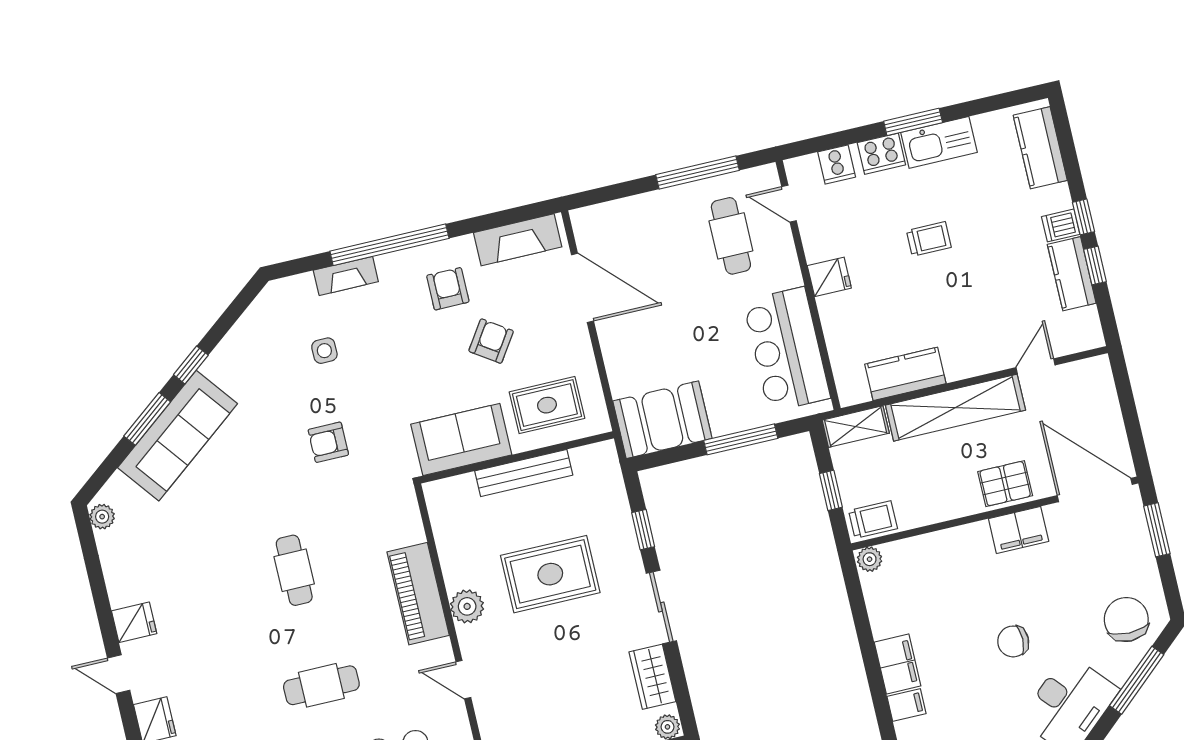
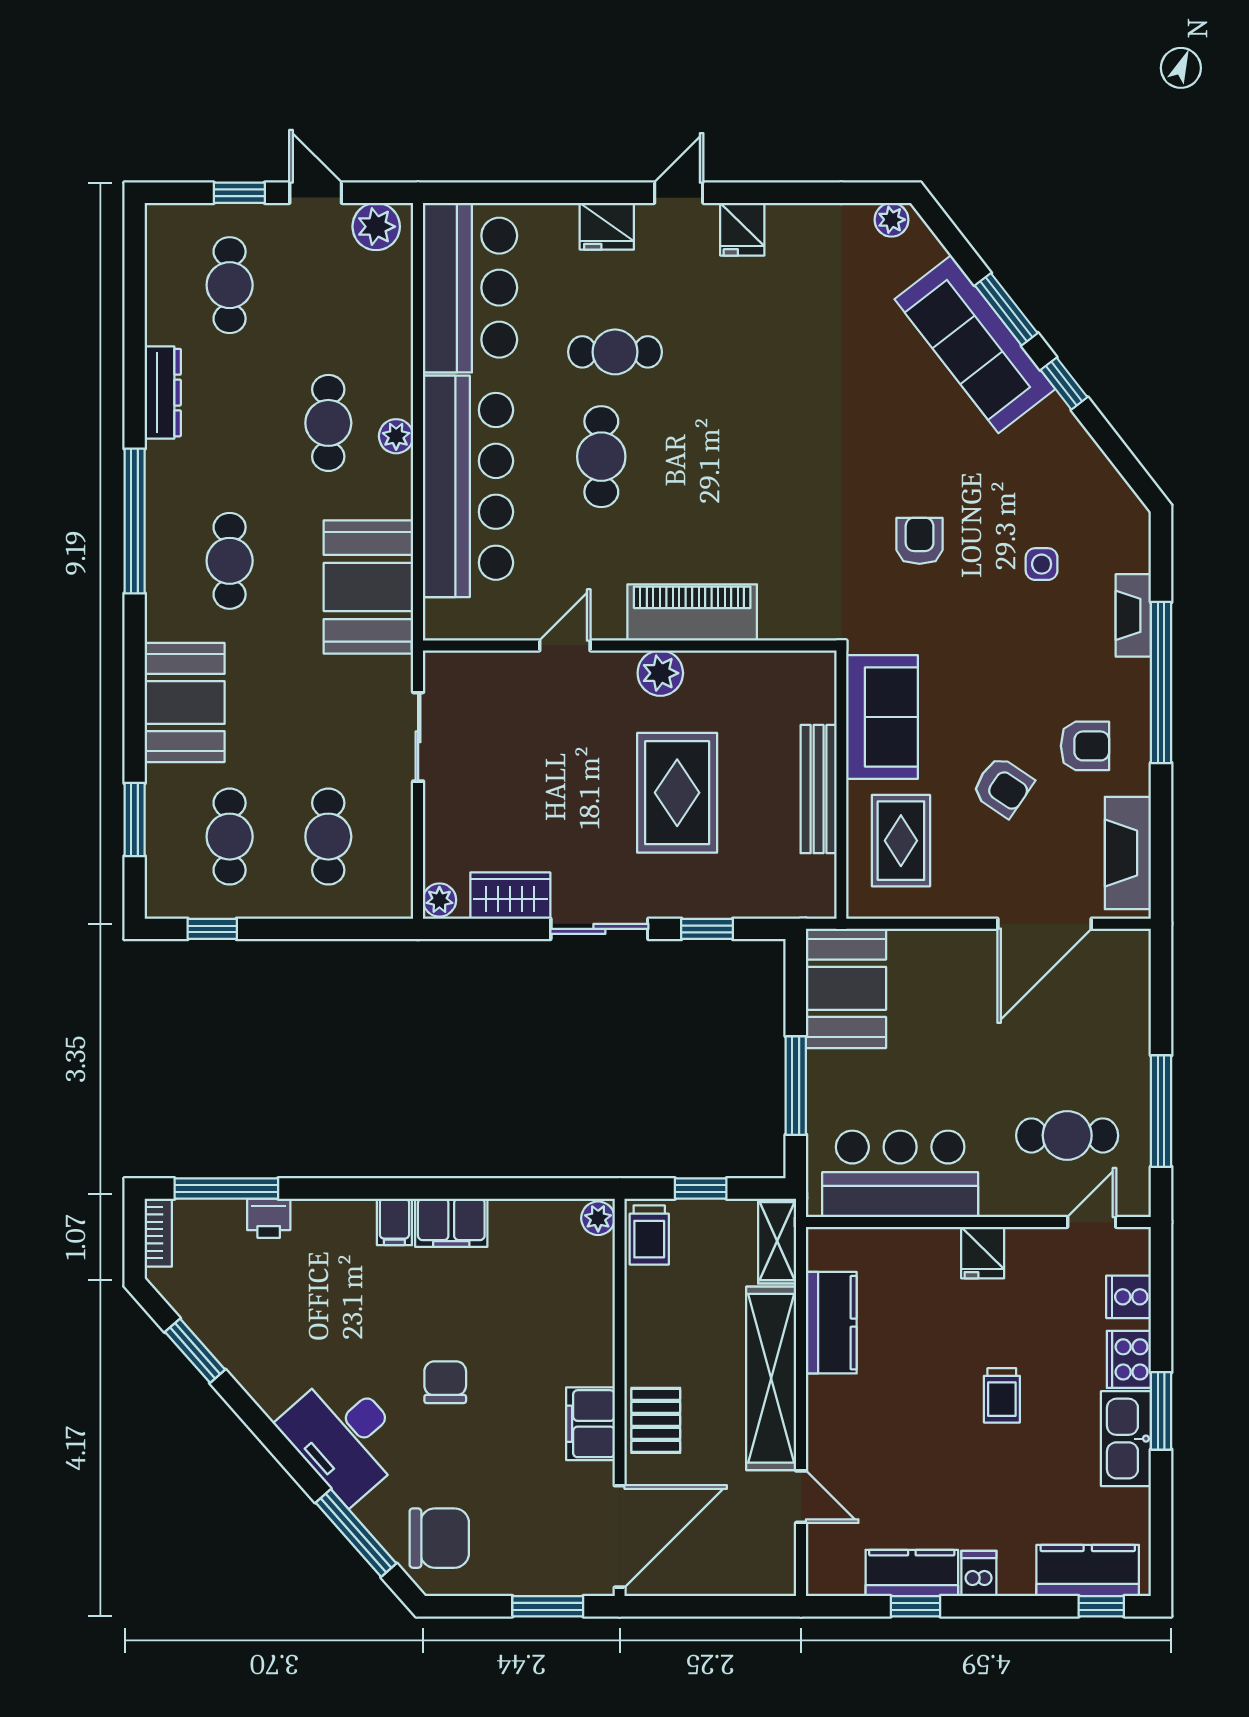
window: (1084, 217) -> (1101, 1606), moved
cafe table: (294, 570) -> (615, 352), moved

